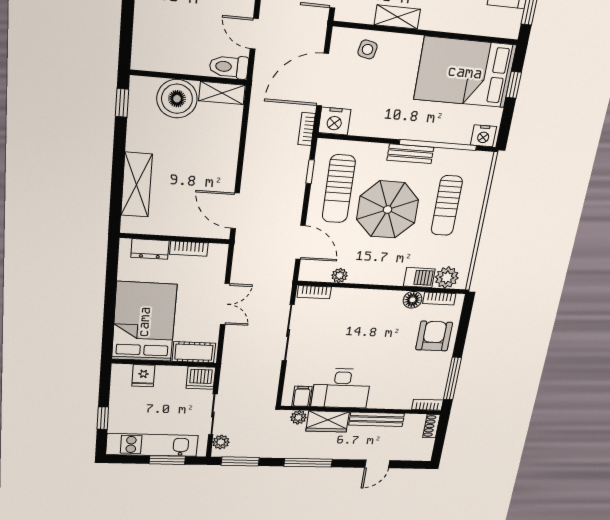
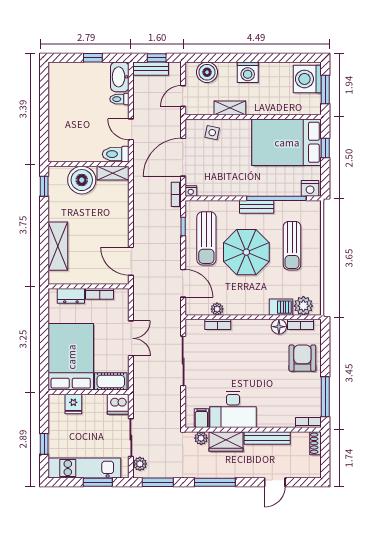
nightstand: (335, 121) -> (191, 191), width x0.53, depth x0.56
bookcase: (314, 292) -> (218, 324), moved

